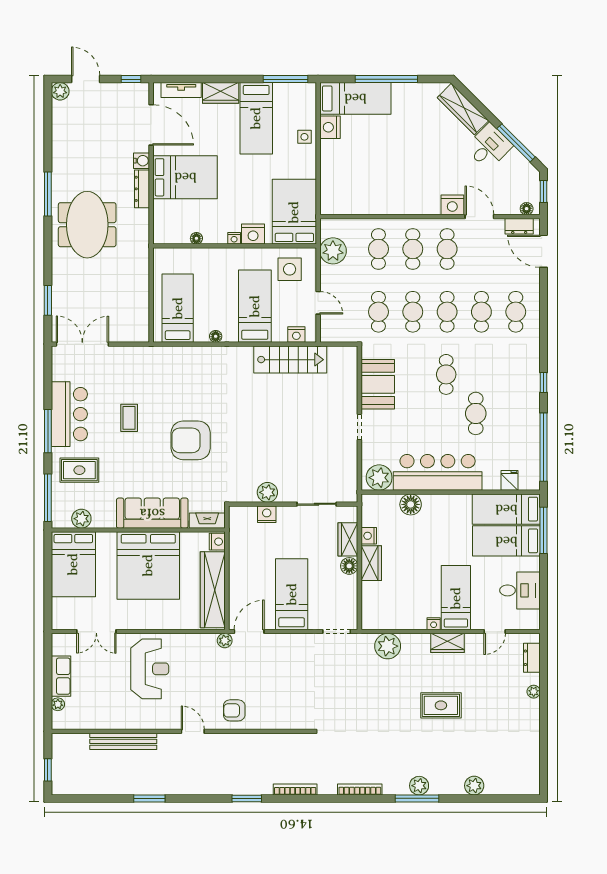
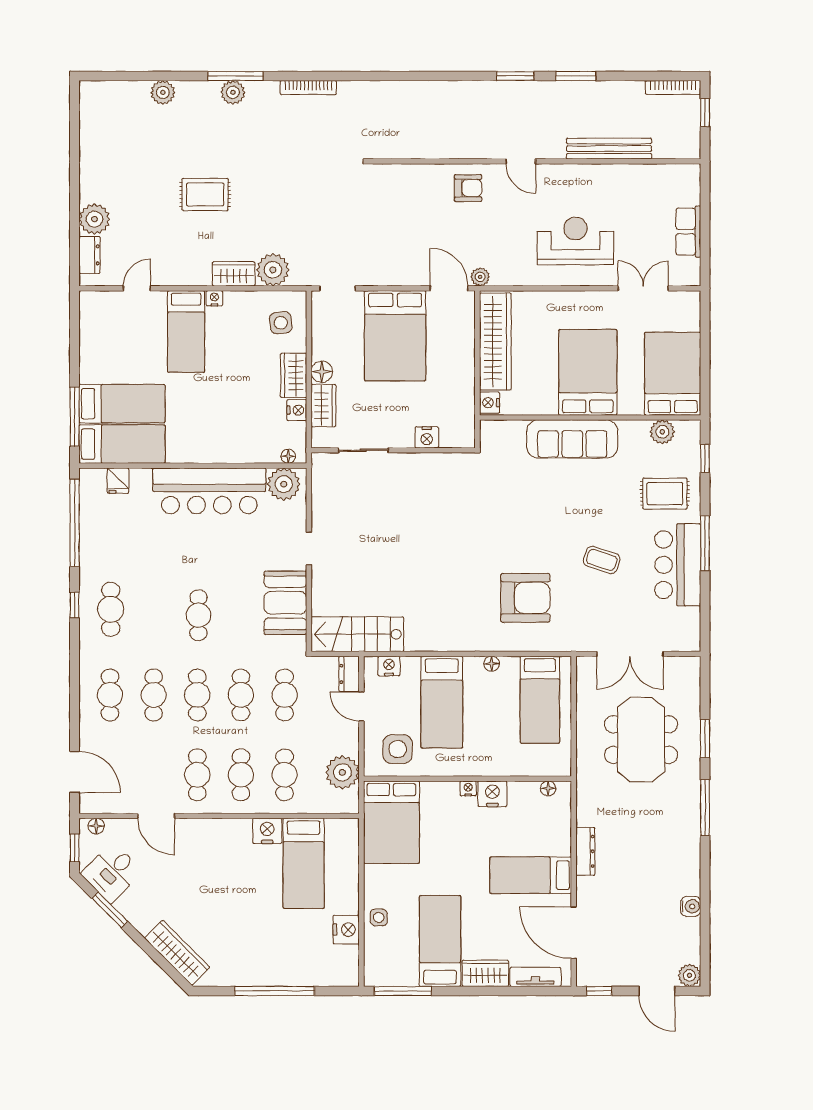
bed: (355, 98) -> (304, 863), moved, turned -90
window: (516, 143) -> (110, 910), width x0.69
desk: (489, 147) -> (112, 873), moved
water cooler: (142, 161) -> (691, 906), moved, turned 180
bed: (185, 177) -> (531, 875), width x0.67
window: (48, 194) -> (705, 808), moved
nightstand: (452, 205) -> (267, 831), moved
meeting table: (87, 225) -> (641, 740), moved
dresser: (519, 226) -> (349, 674), moved, turned -90
nightstand: (253, 234) -> (492, 794), moved
floor lamp: (196, 238) -> (548, 788), moved
window: (48, 300) -> (705, 739), moved
double door: (82, 344) -> (630, 654), moved
stairs: (290, 360) -> (357, 634), moved
cafe table: (476, 413) -> (111, 609), moved
coffee table: (129, 418) -> (602, 560), turned -72
armchair: (191, 440) -> (525, 598), moved
plant: (267, 492) -> (426, 465), removed
window: (48, 498) -> (705, 459), width x0.46
floor lamp: (411, 504) -> (288, 456), moved, width x0.53, depth x0.53
fireplace: (207, 521) -> (502, 429), removed
bed: (148, 565) -> (588, 372), width x0.73
desk: (520, 590) -> (105, 341), removed
bed: (292, 594) -> (395, 336), width x1.50
side table: (381, 604) -> (281, 323), added
door: (249, 632) -> (449, 288), swing flipped
wardrobe: (448, 643) -> (234, 274), moved
reception desk: (150, 669) -> (575, 241), turned 90
plant: (534, 692) -> (94, 219), width x1.88, depth x1.88
plant: (58, 704) -> (692, 196), removed
bookcase: (295, 789) -> (673, 87), moved
window: (247, 798) -> (515, 76), moved

